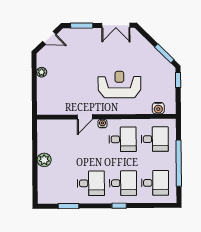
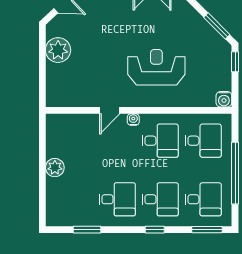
plant: (42, 72) -> (58, 50), width x1.87, depth x1.87
water cooler: (158, 108) -> (224, 99), moved
window: (158, 205) -> (207, 230), added

